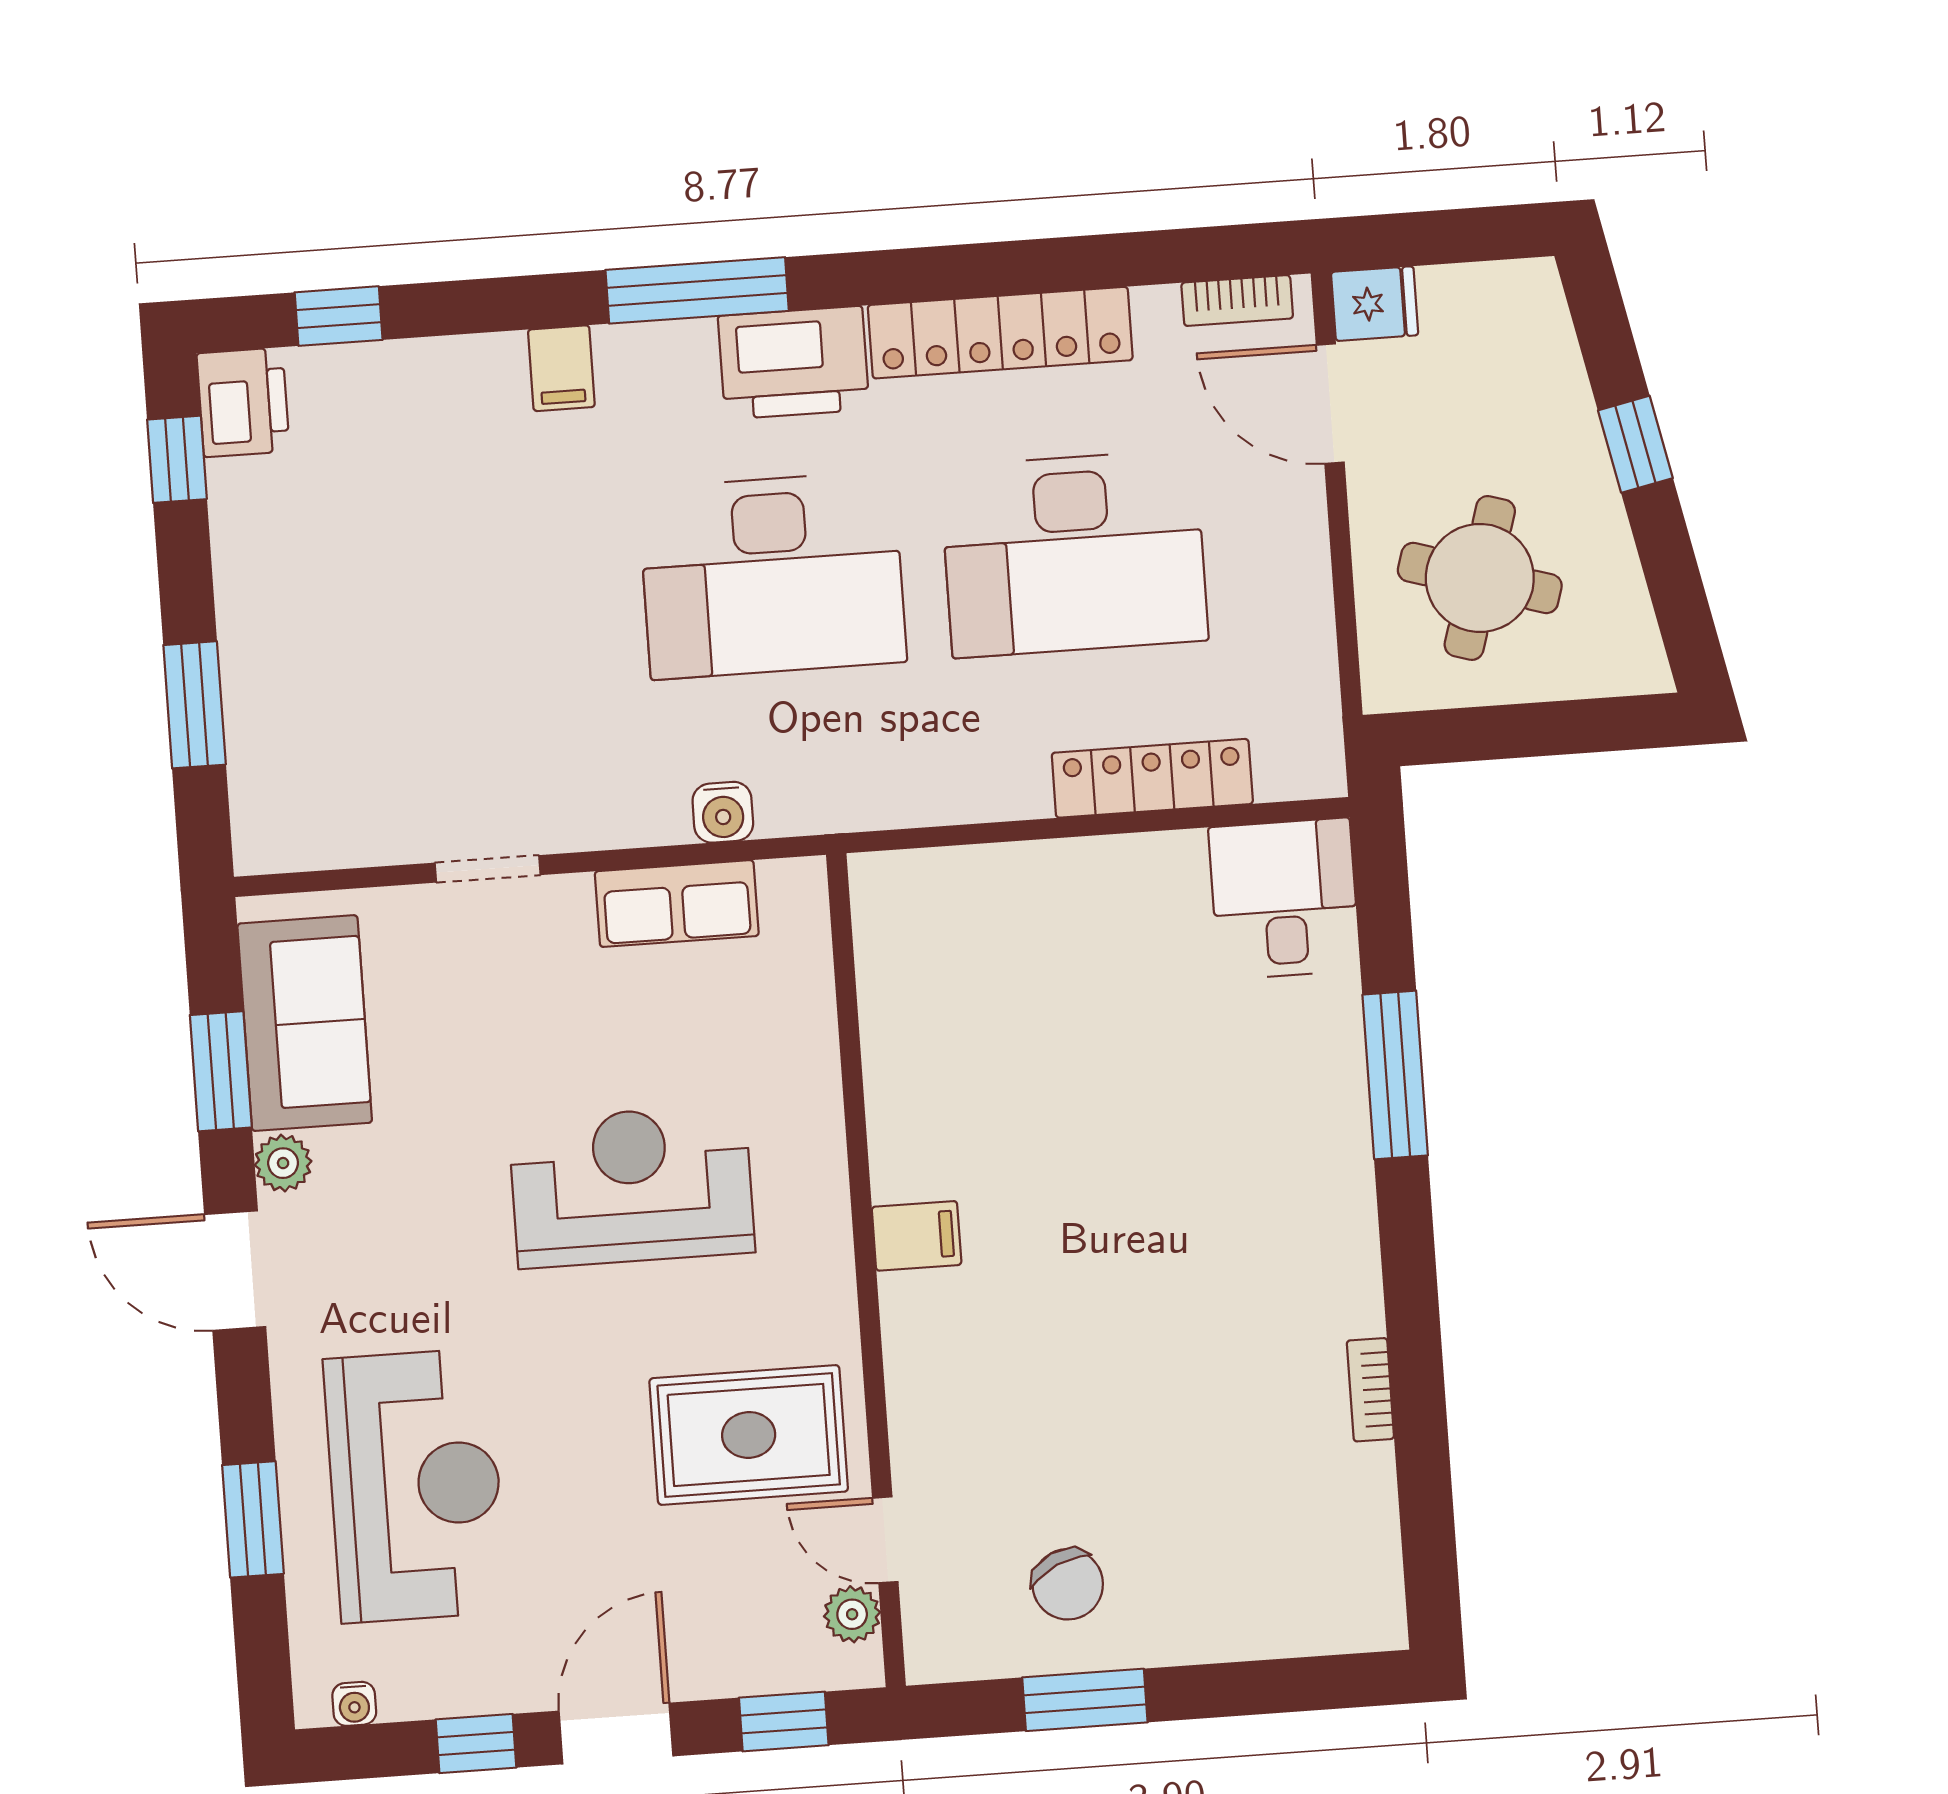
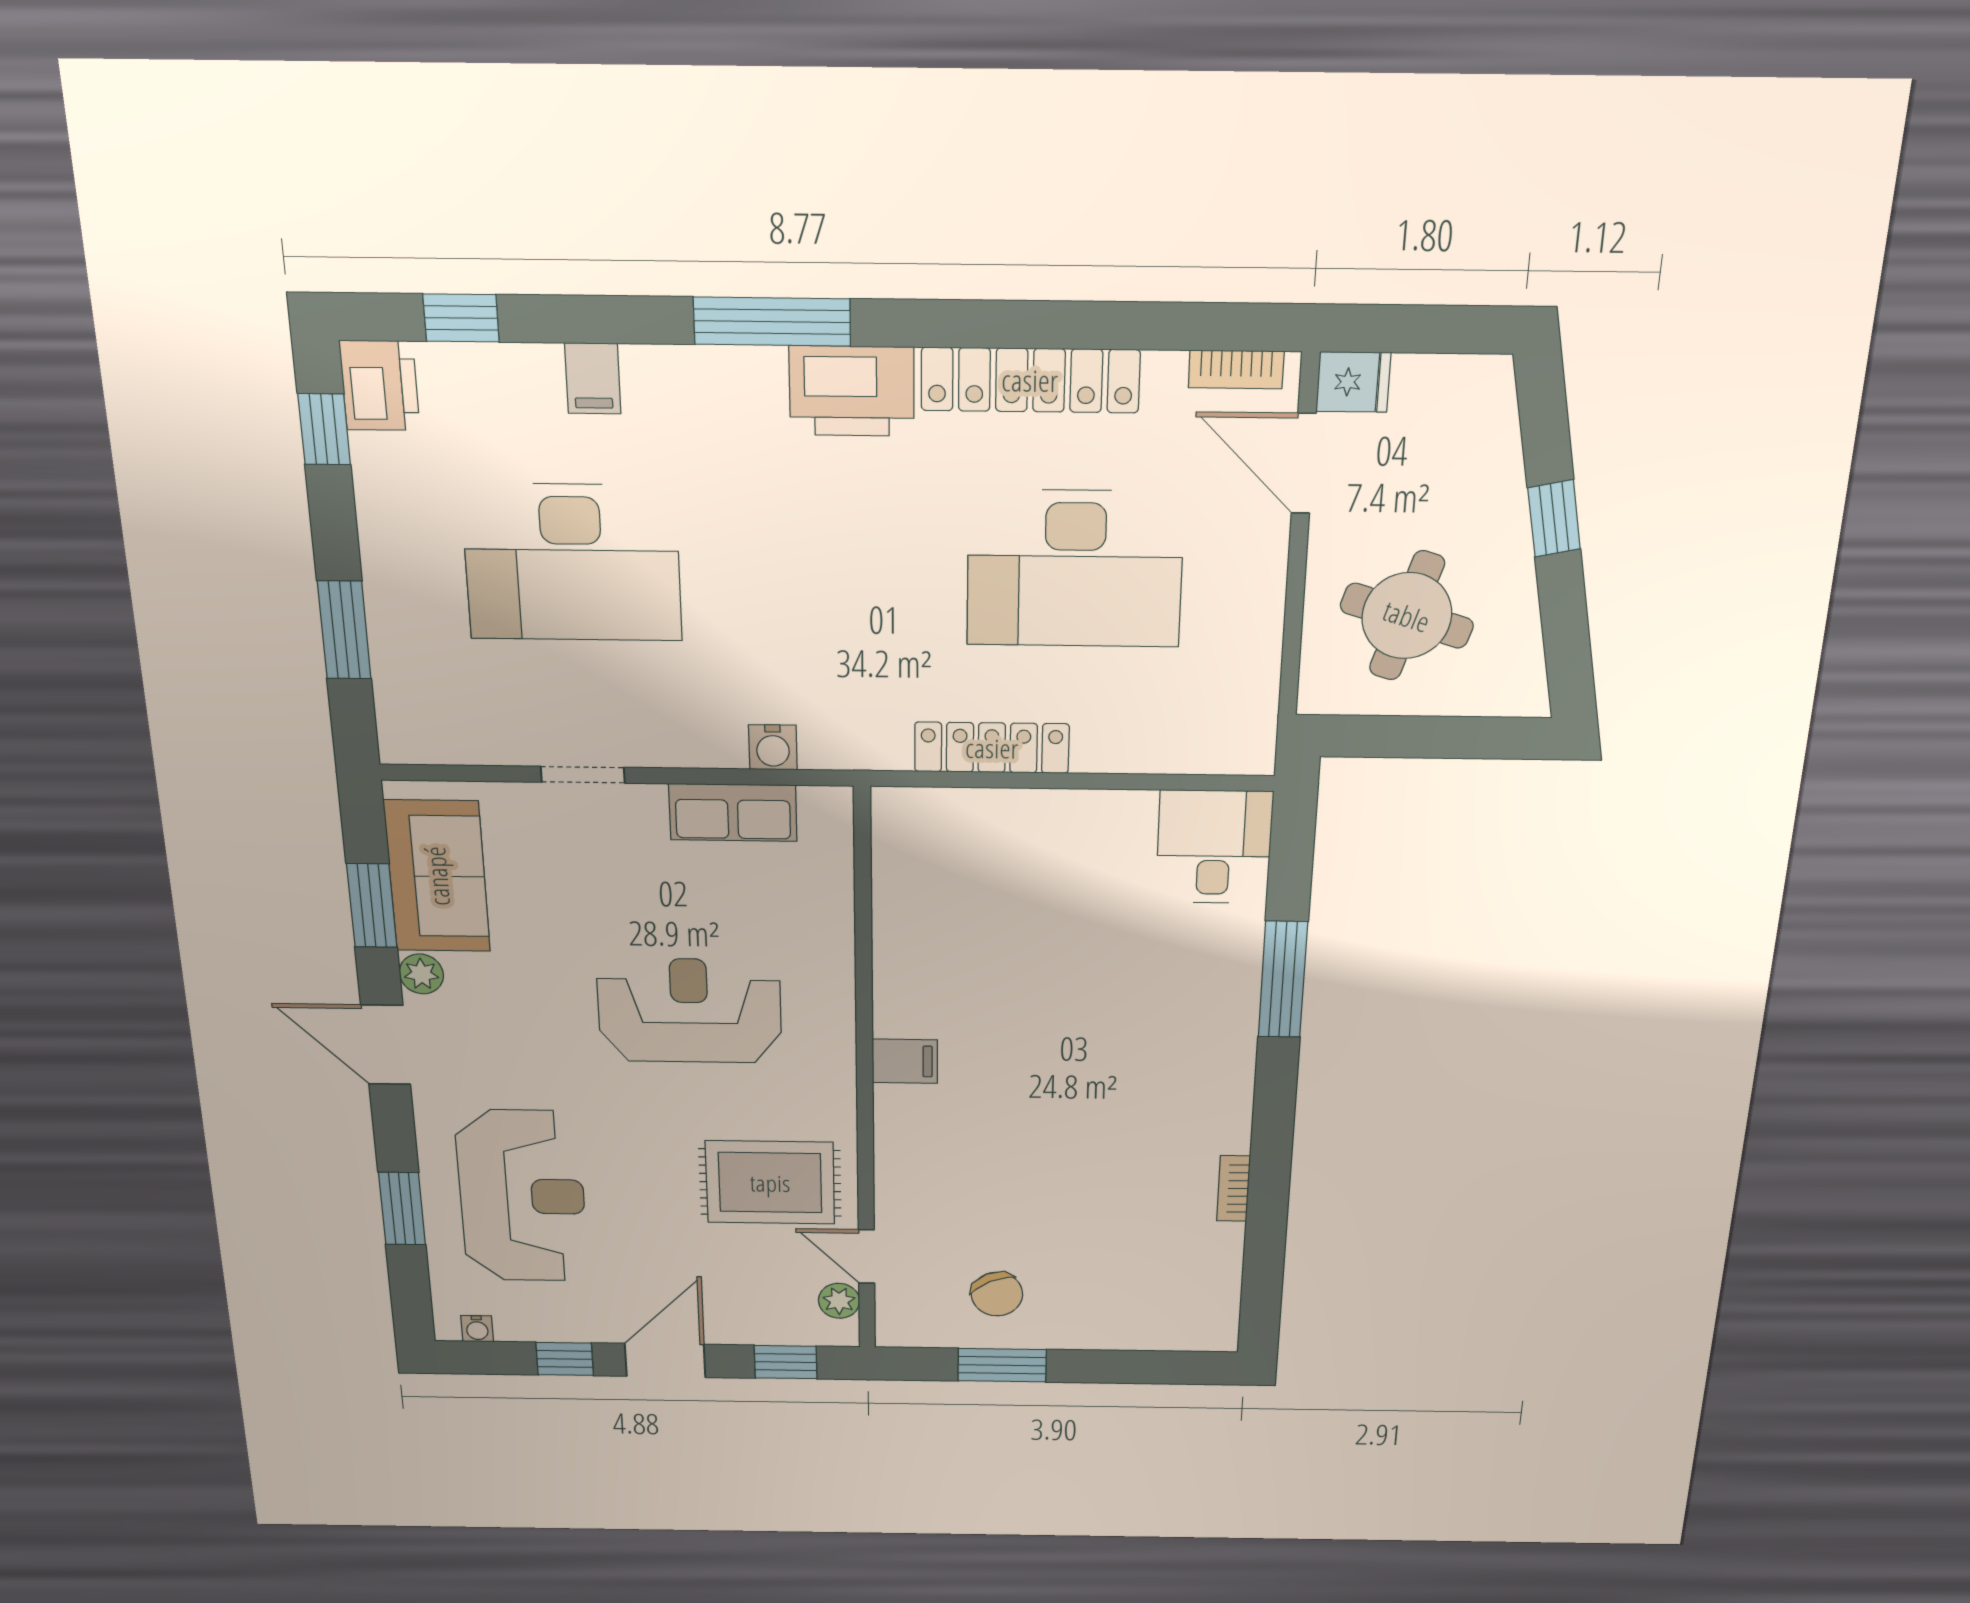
filing cabinet: (561, 368) -> (593, 378), moved
desk: (772, 575) -> (572, 563), moved
locker: (1152, 778) -> (992, 748), moved

